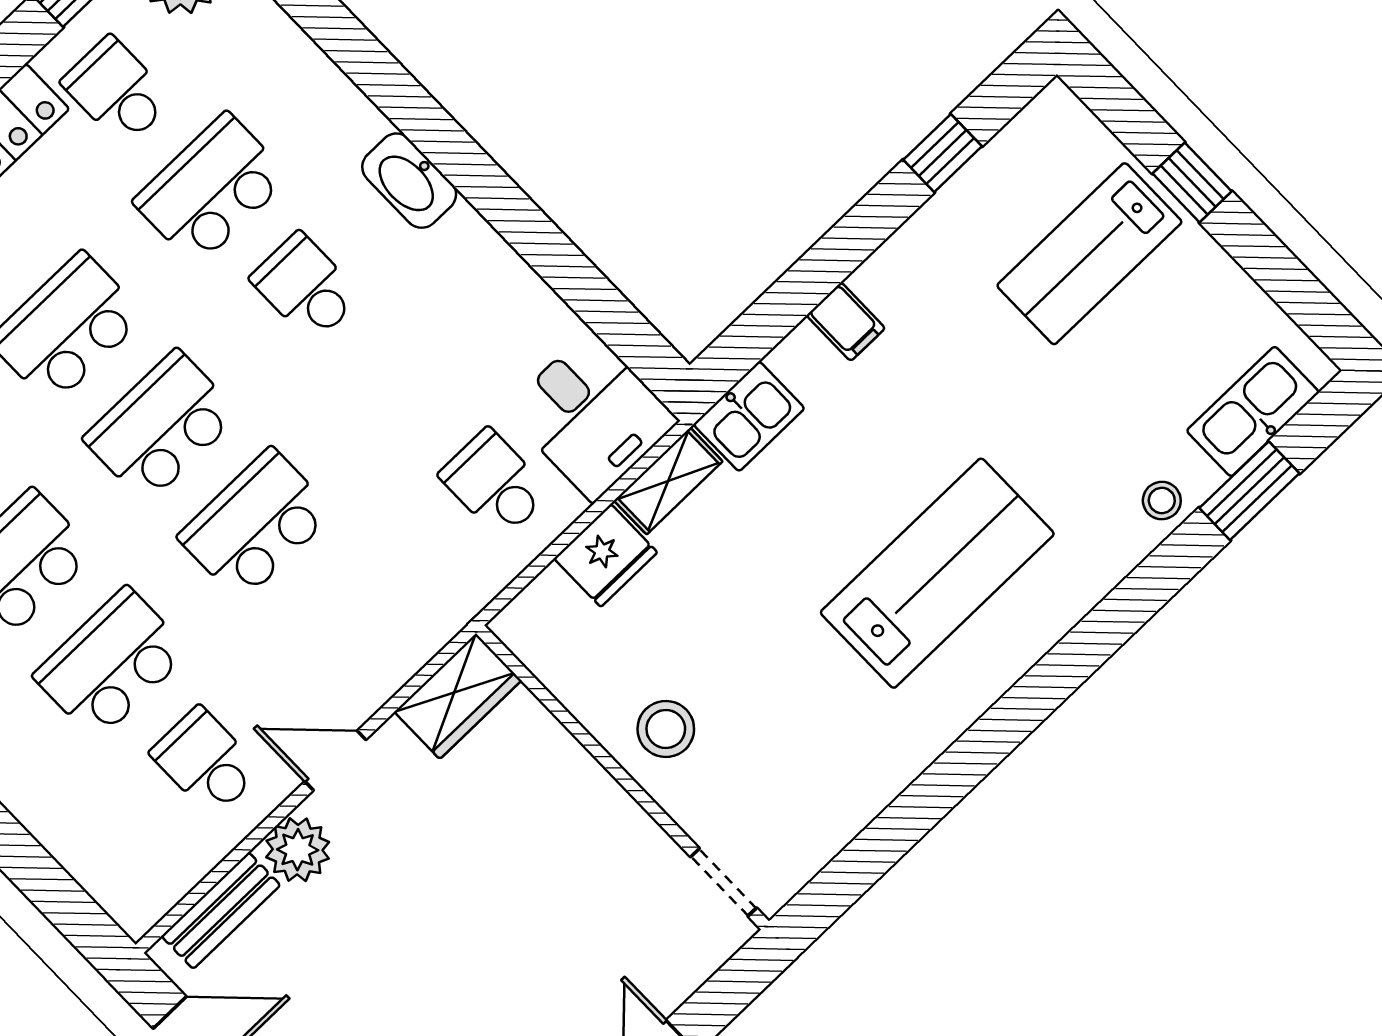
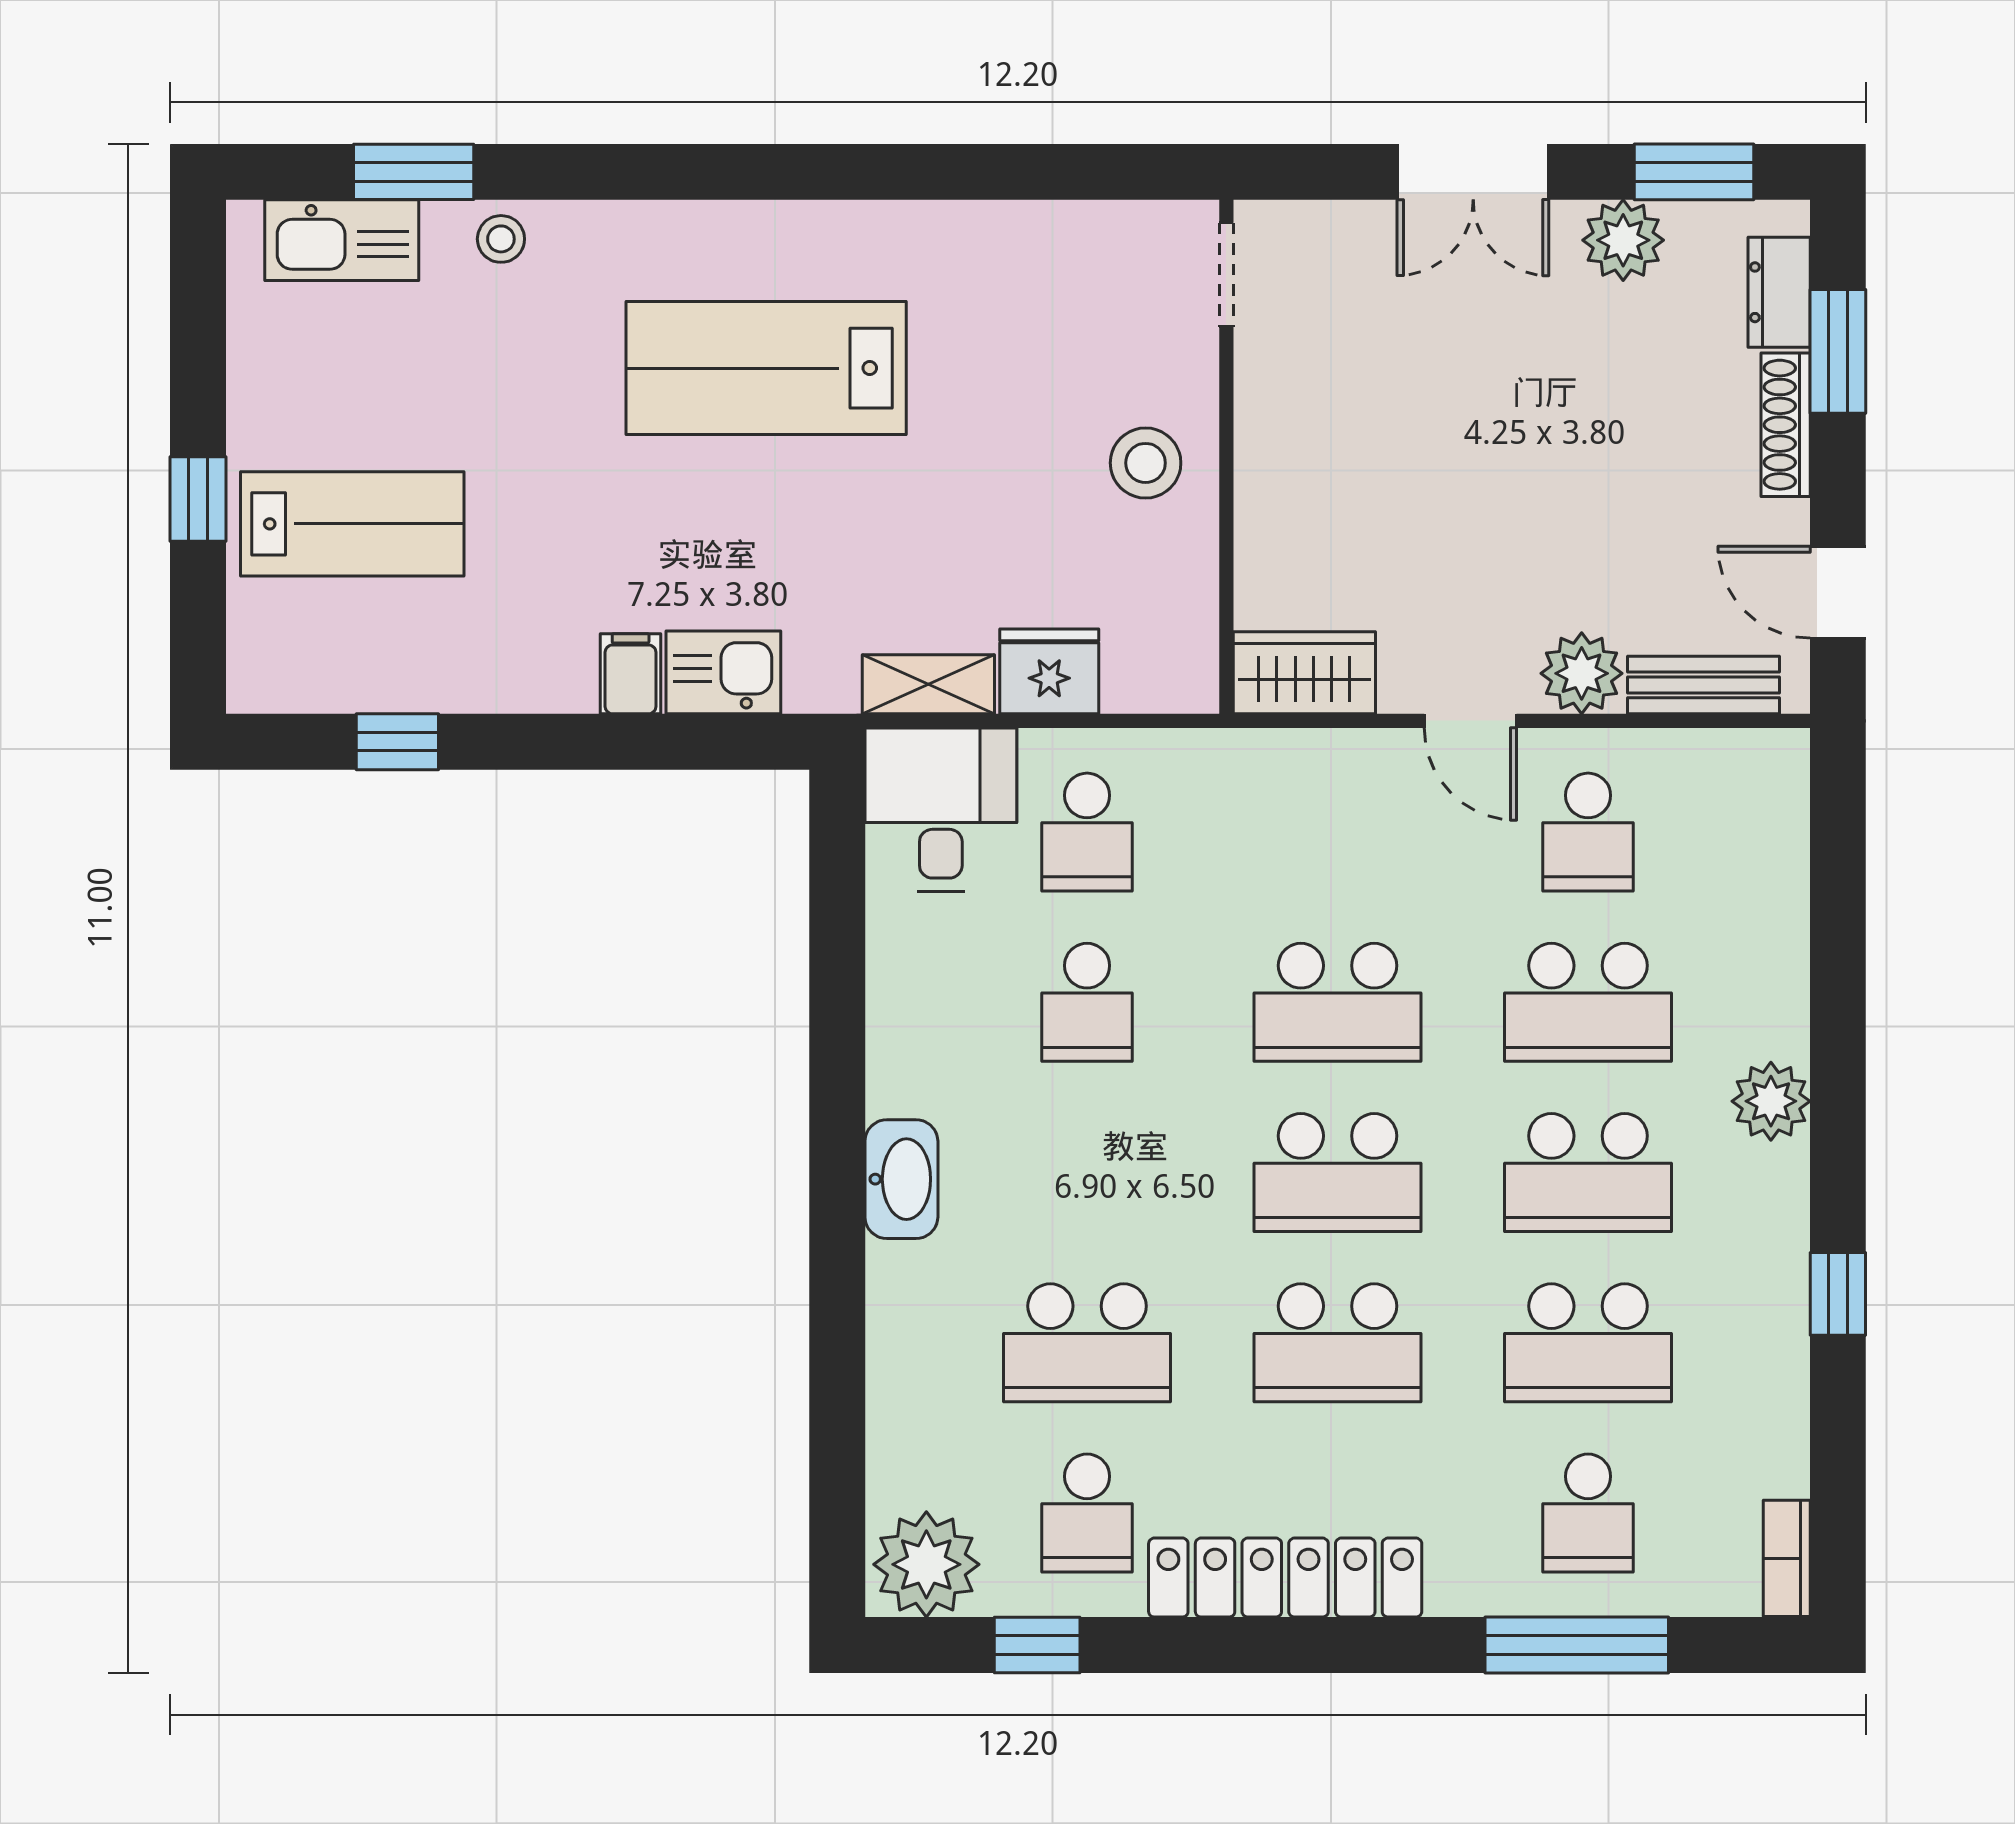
school desk: (306, 287) -> (1087, 1002), moved
kitchen sink: (749, 416) -> (723, 672), moved

